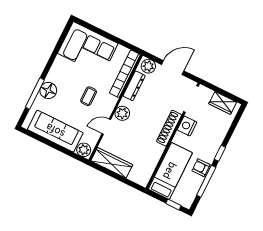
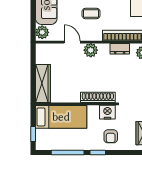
dresser: (134, 86) -> (120, 49), width x0.70
wardrobe: (112, 163) -> (43, 84), moved
armchair: (201, 168) -> (111, 136), moved, turned 180

